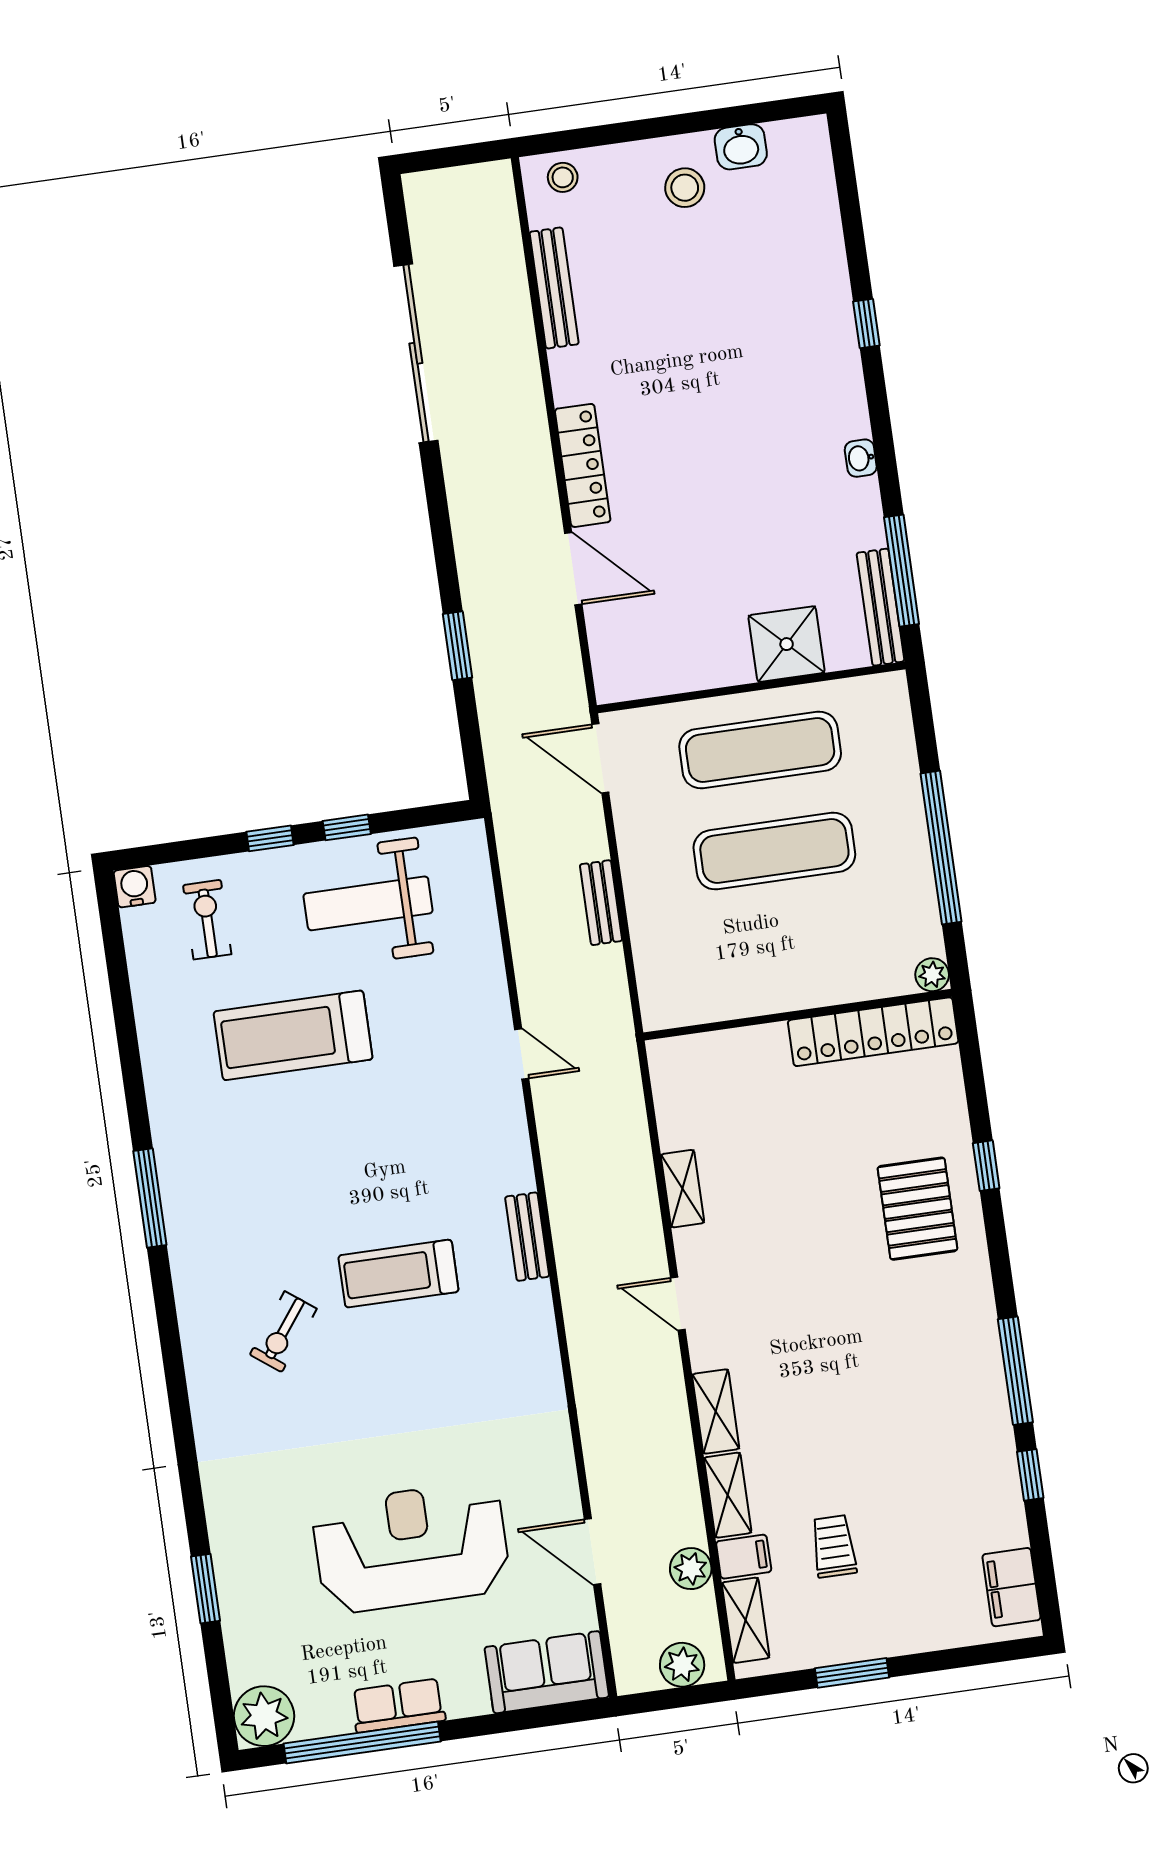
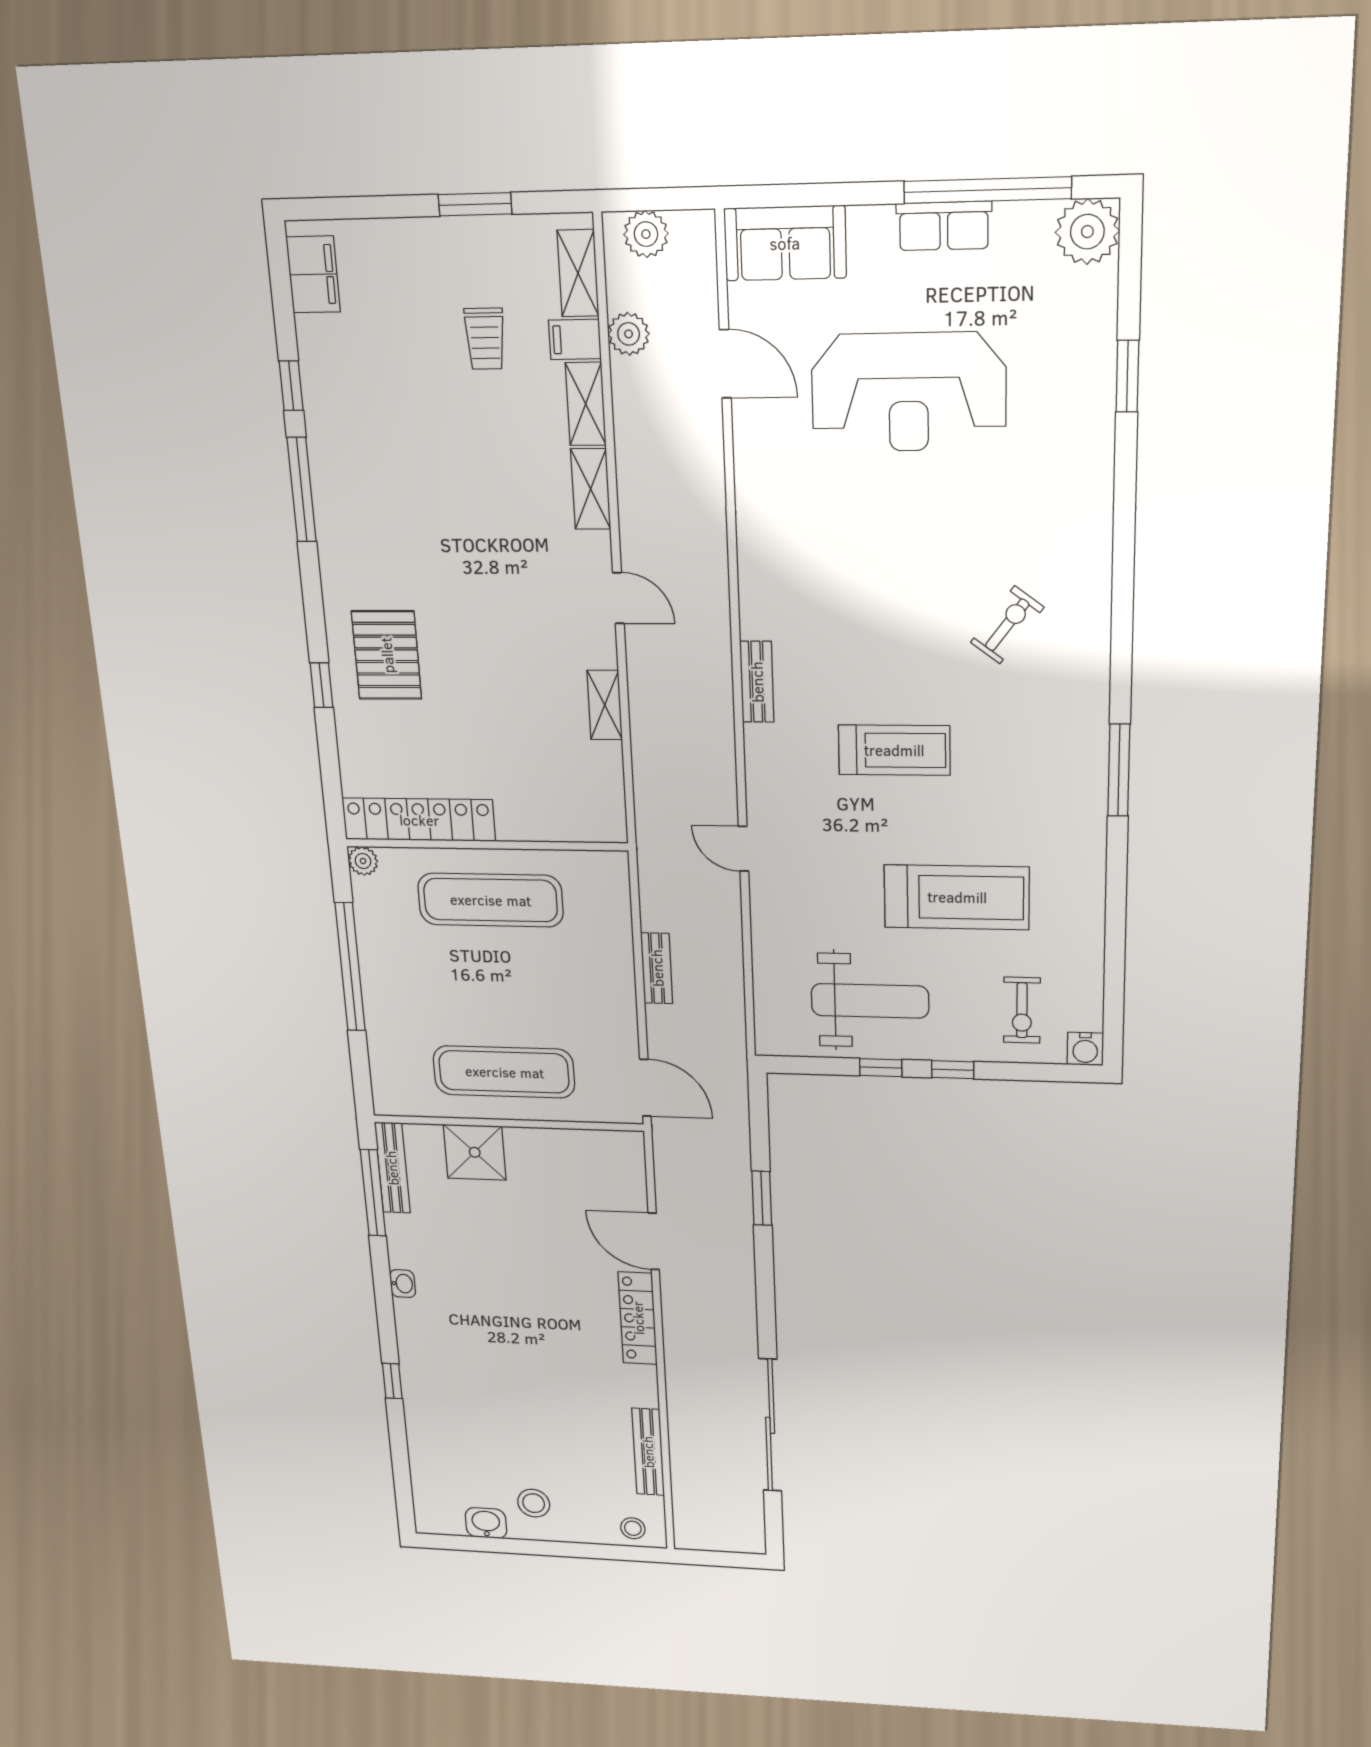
exercise mat: (774, 851) -> (490, 900), moved
treadmill: (398, 1274) -> (894, 750), moved

